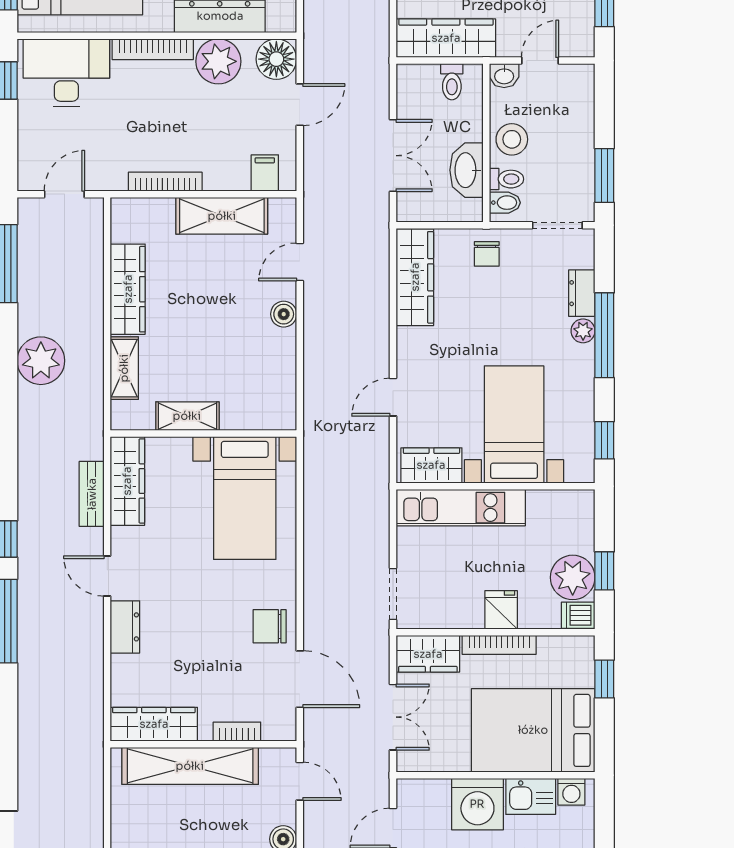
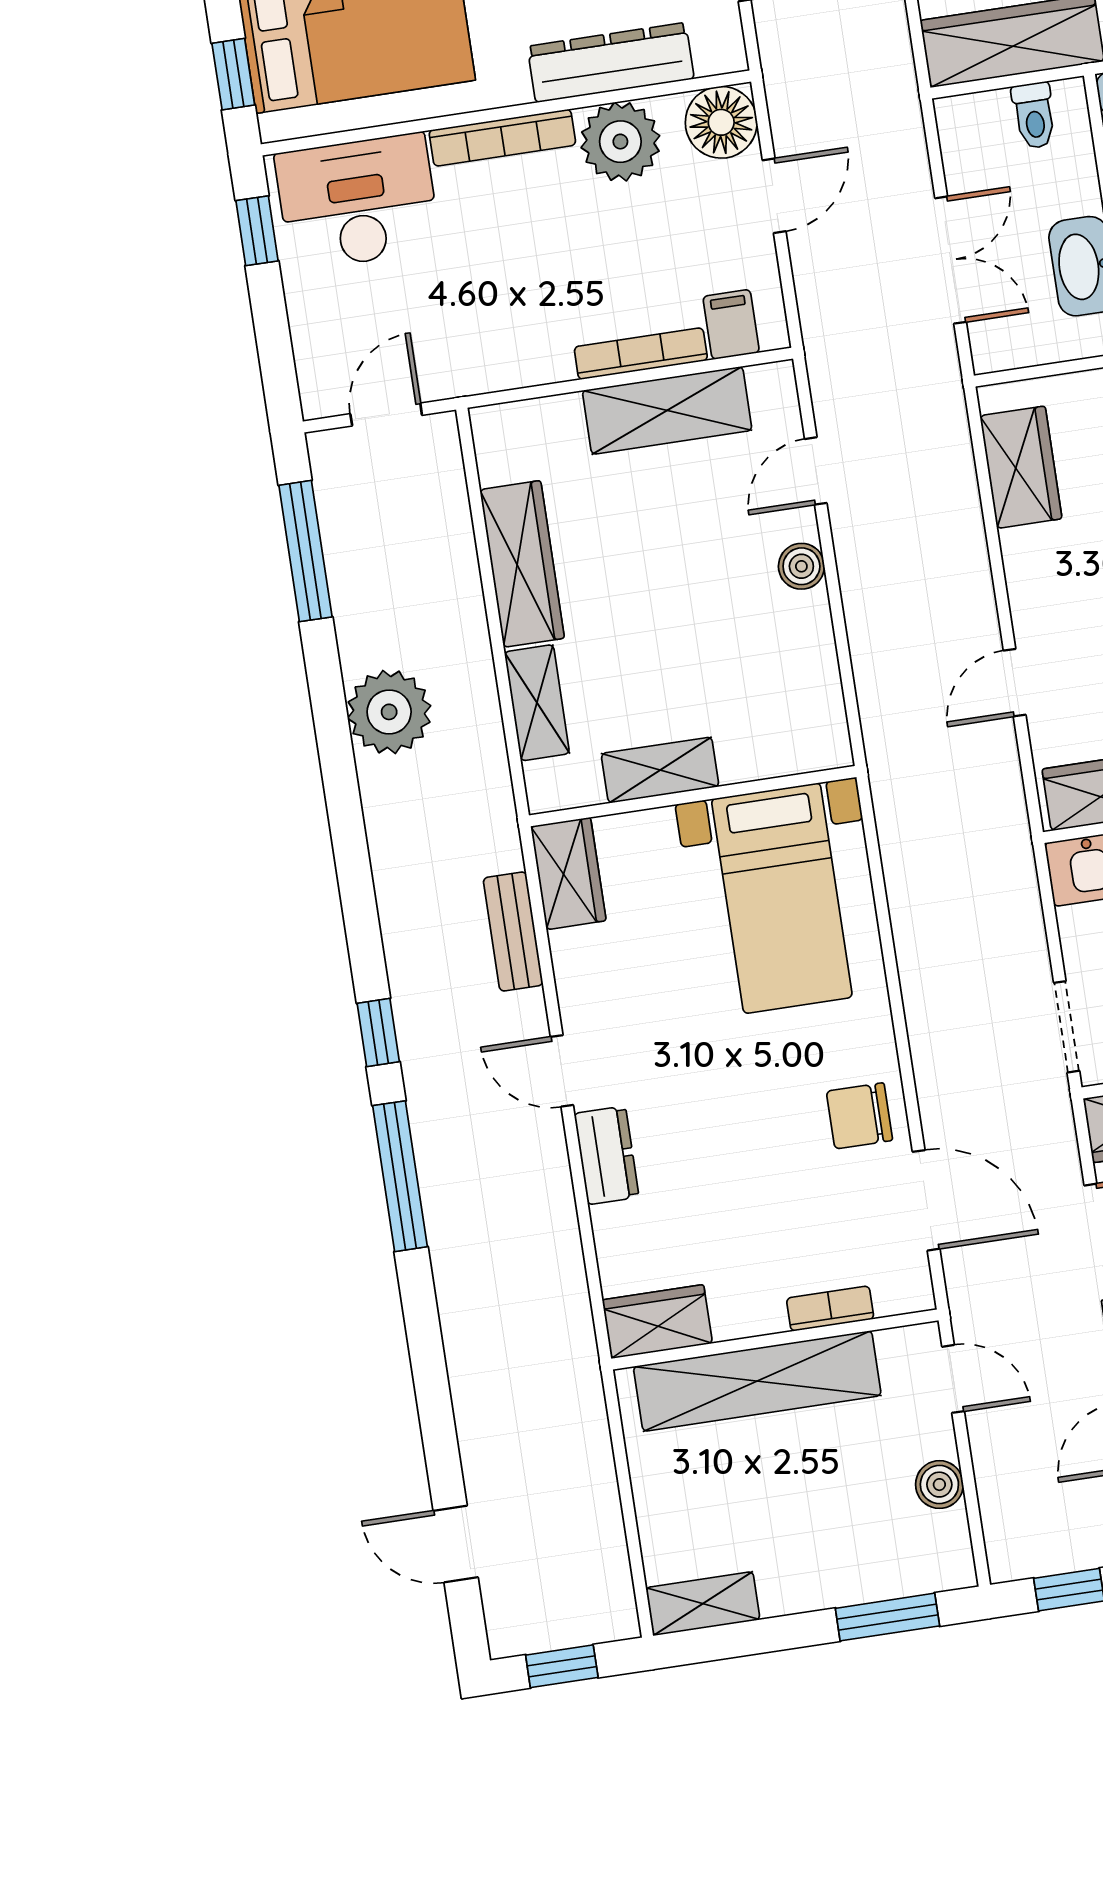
bookcase: (165, 182) -> (641, 354), moved
wardrobe: (415, 277) -> (1021, 467), width x0.67
wardrobe: (127, 481) -> (568, 873), width x0.67
wardrobe: (154, 724) -> (657, 1322), width x0.67

